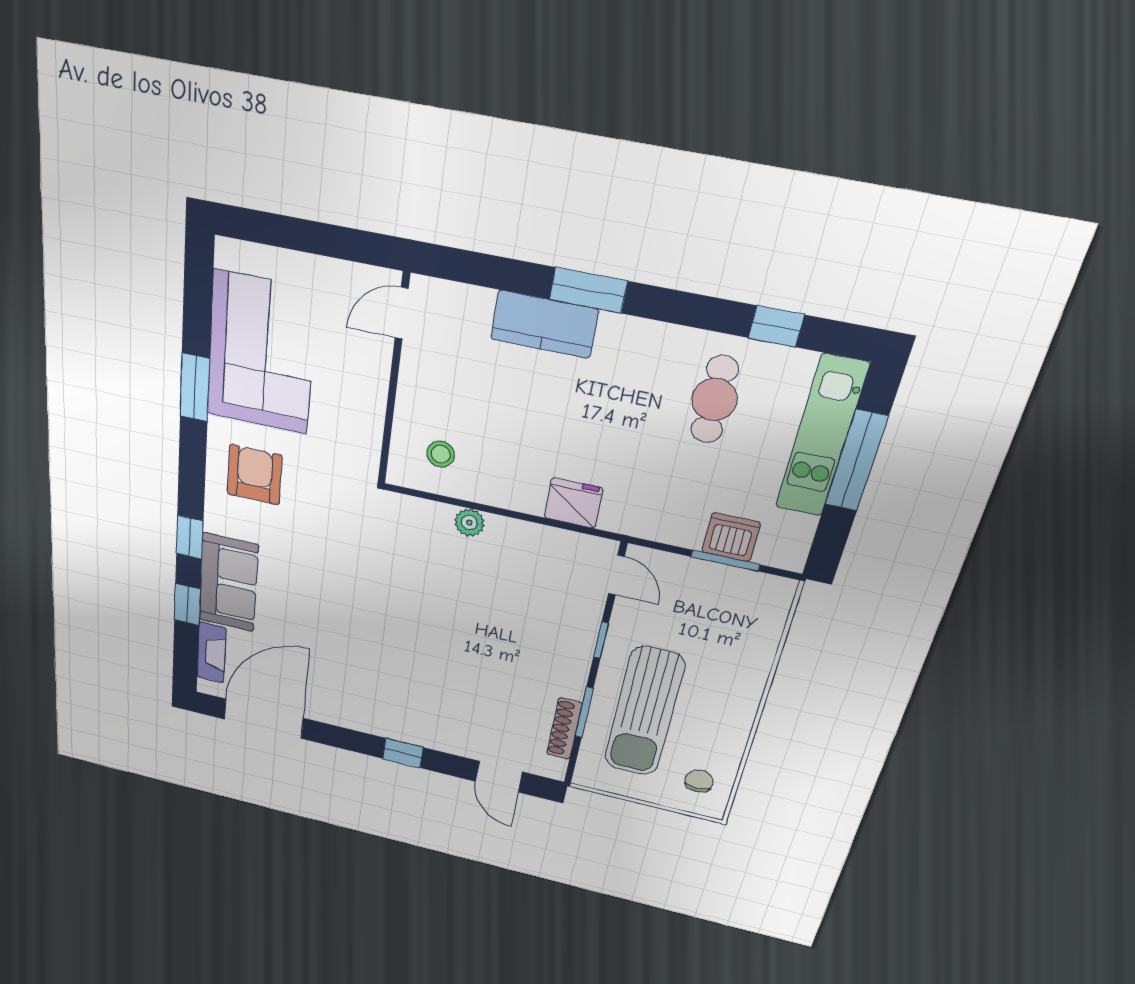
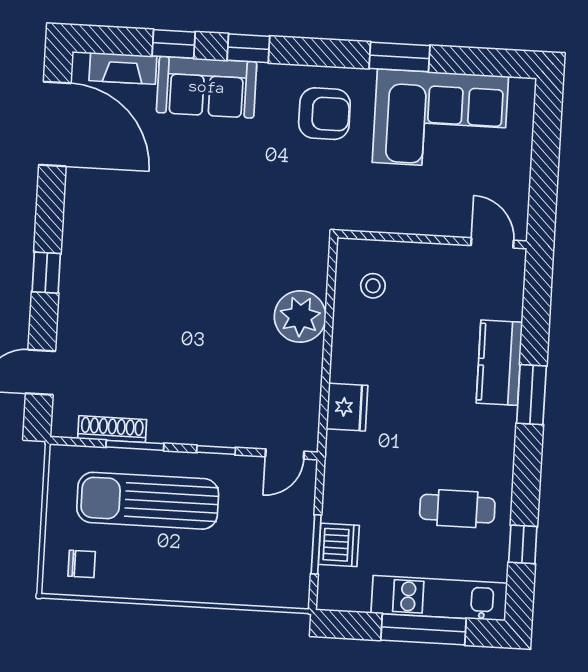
plant: (469, 523) -> (300, 317), width x1.87, depth x1.87

